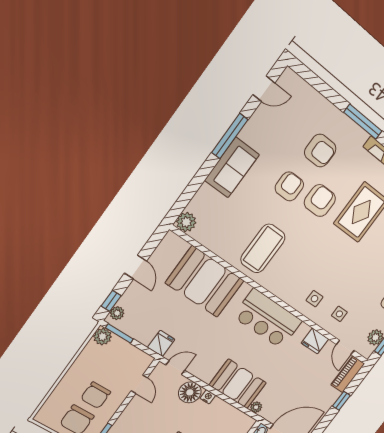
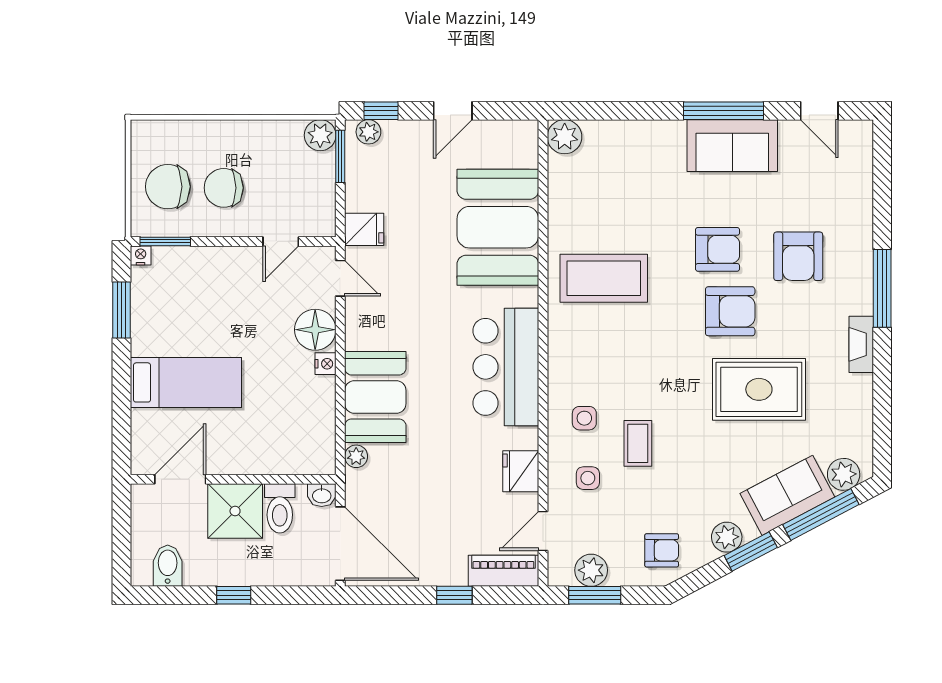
sofa: (232, 167) -> (732, 146), moved
coffee table: (342, 282) -> (638, 443), added

